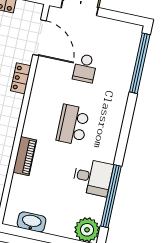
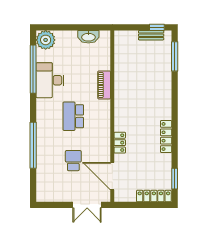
window: (140, 63) -> (33, 145), moved
school desk: (73, 125) -> (73, 116), turned 180
desk: (93, 177) -> (50, 80), width x1.37

